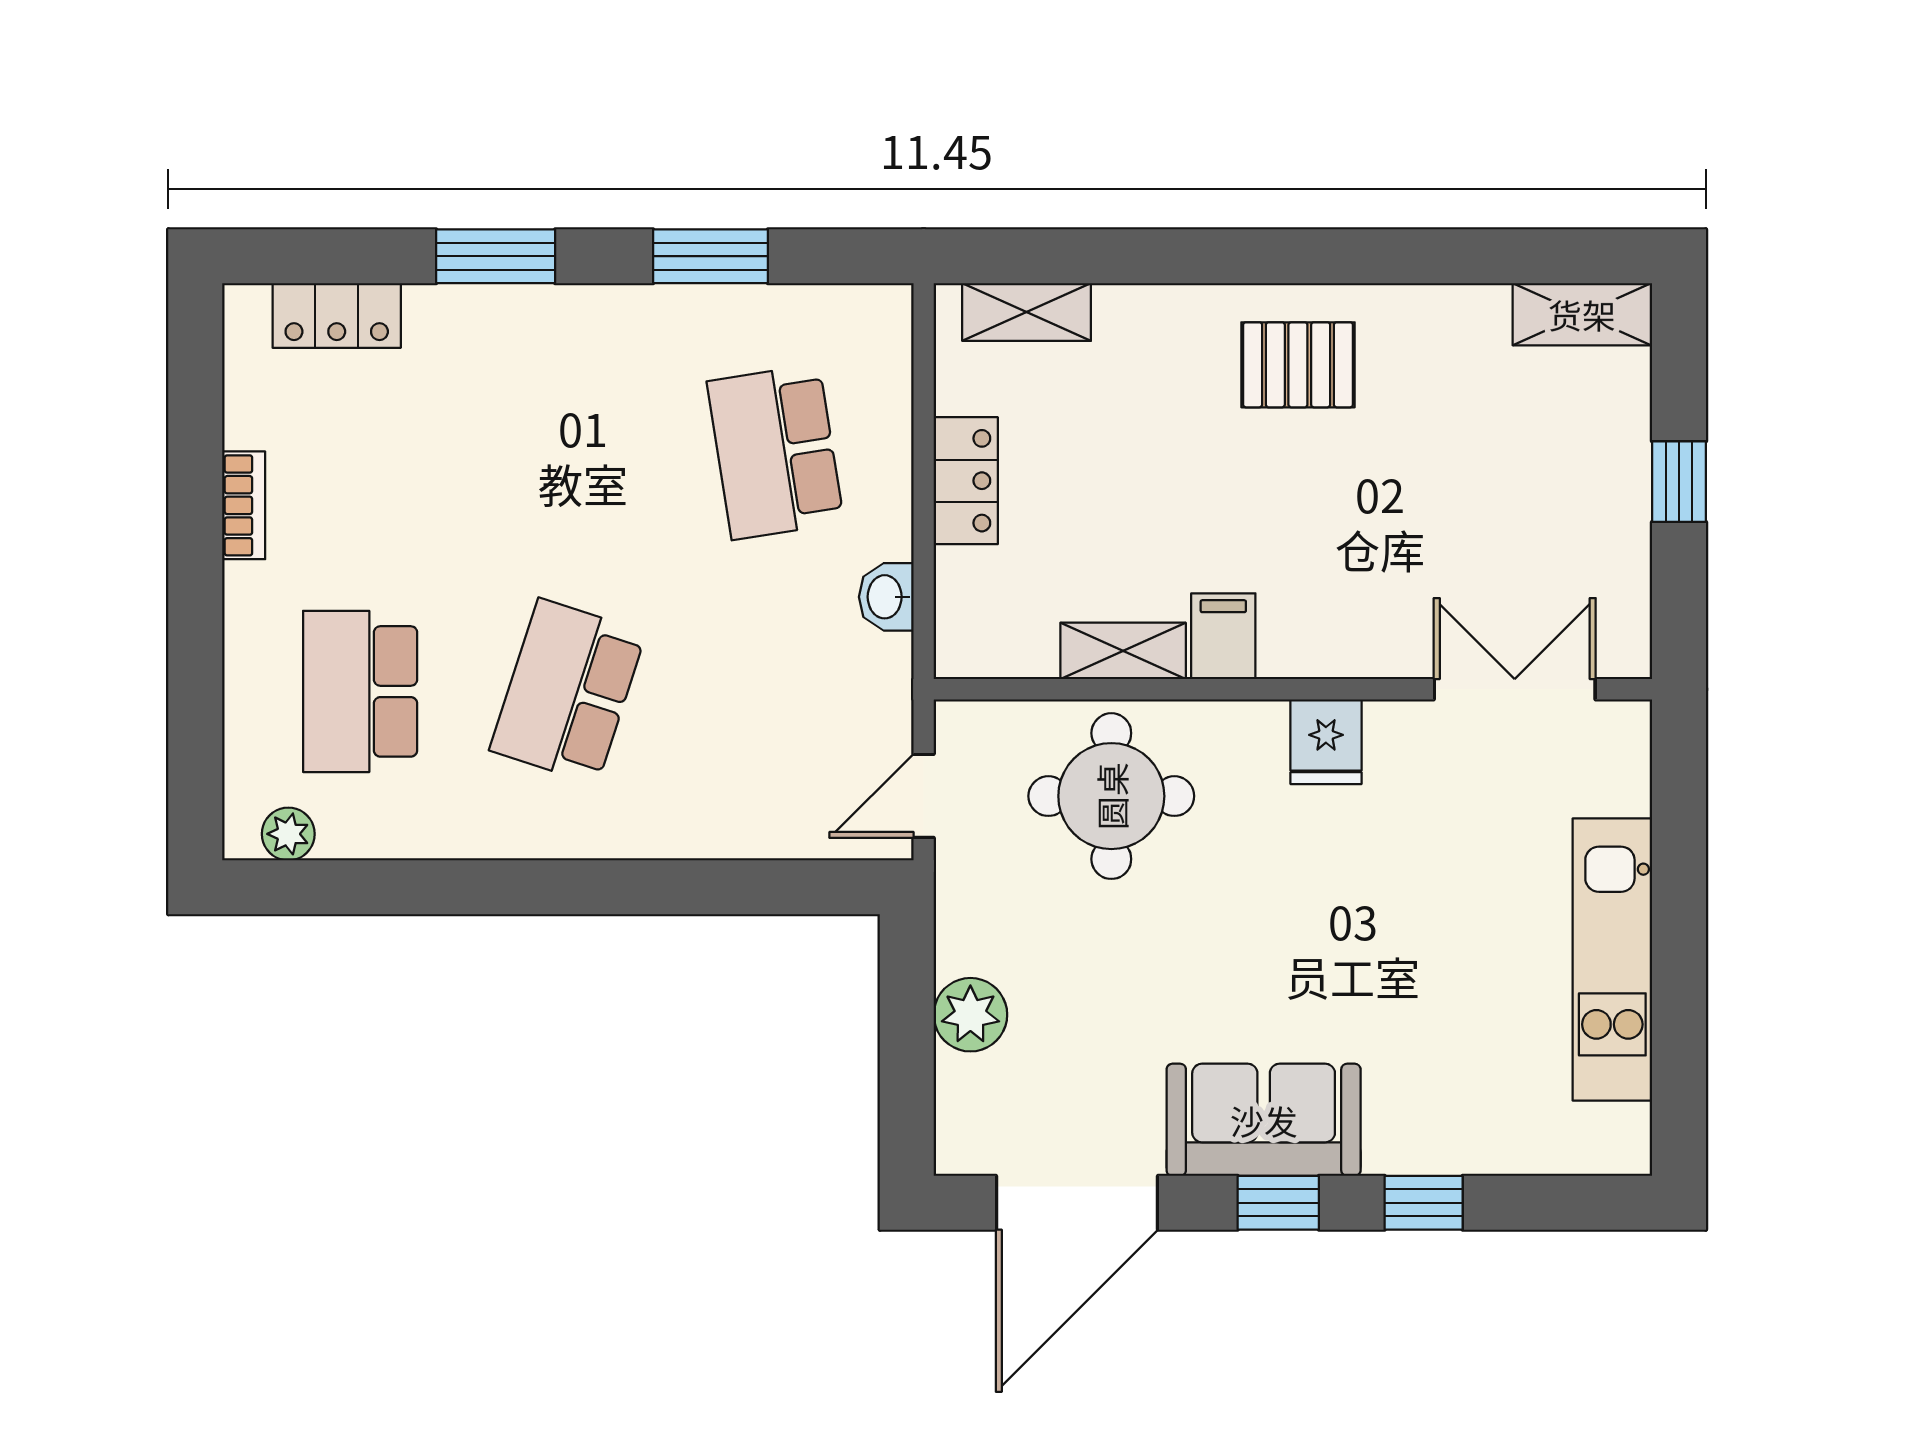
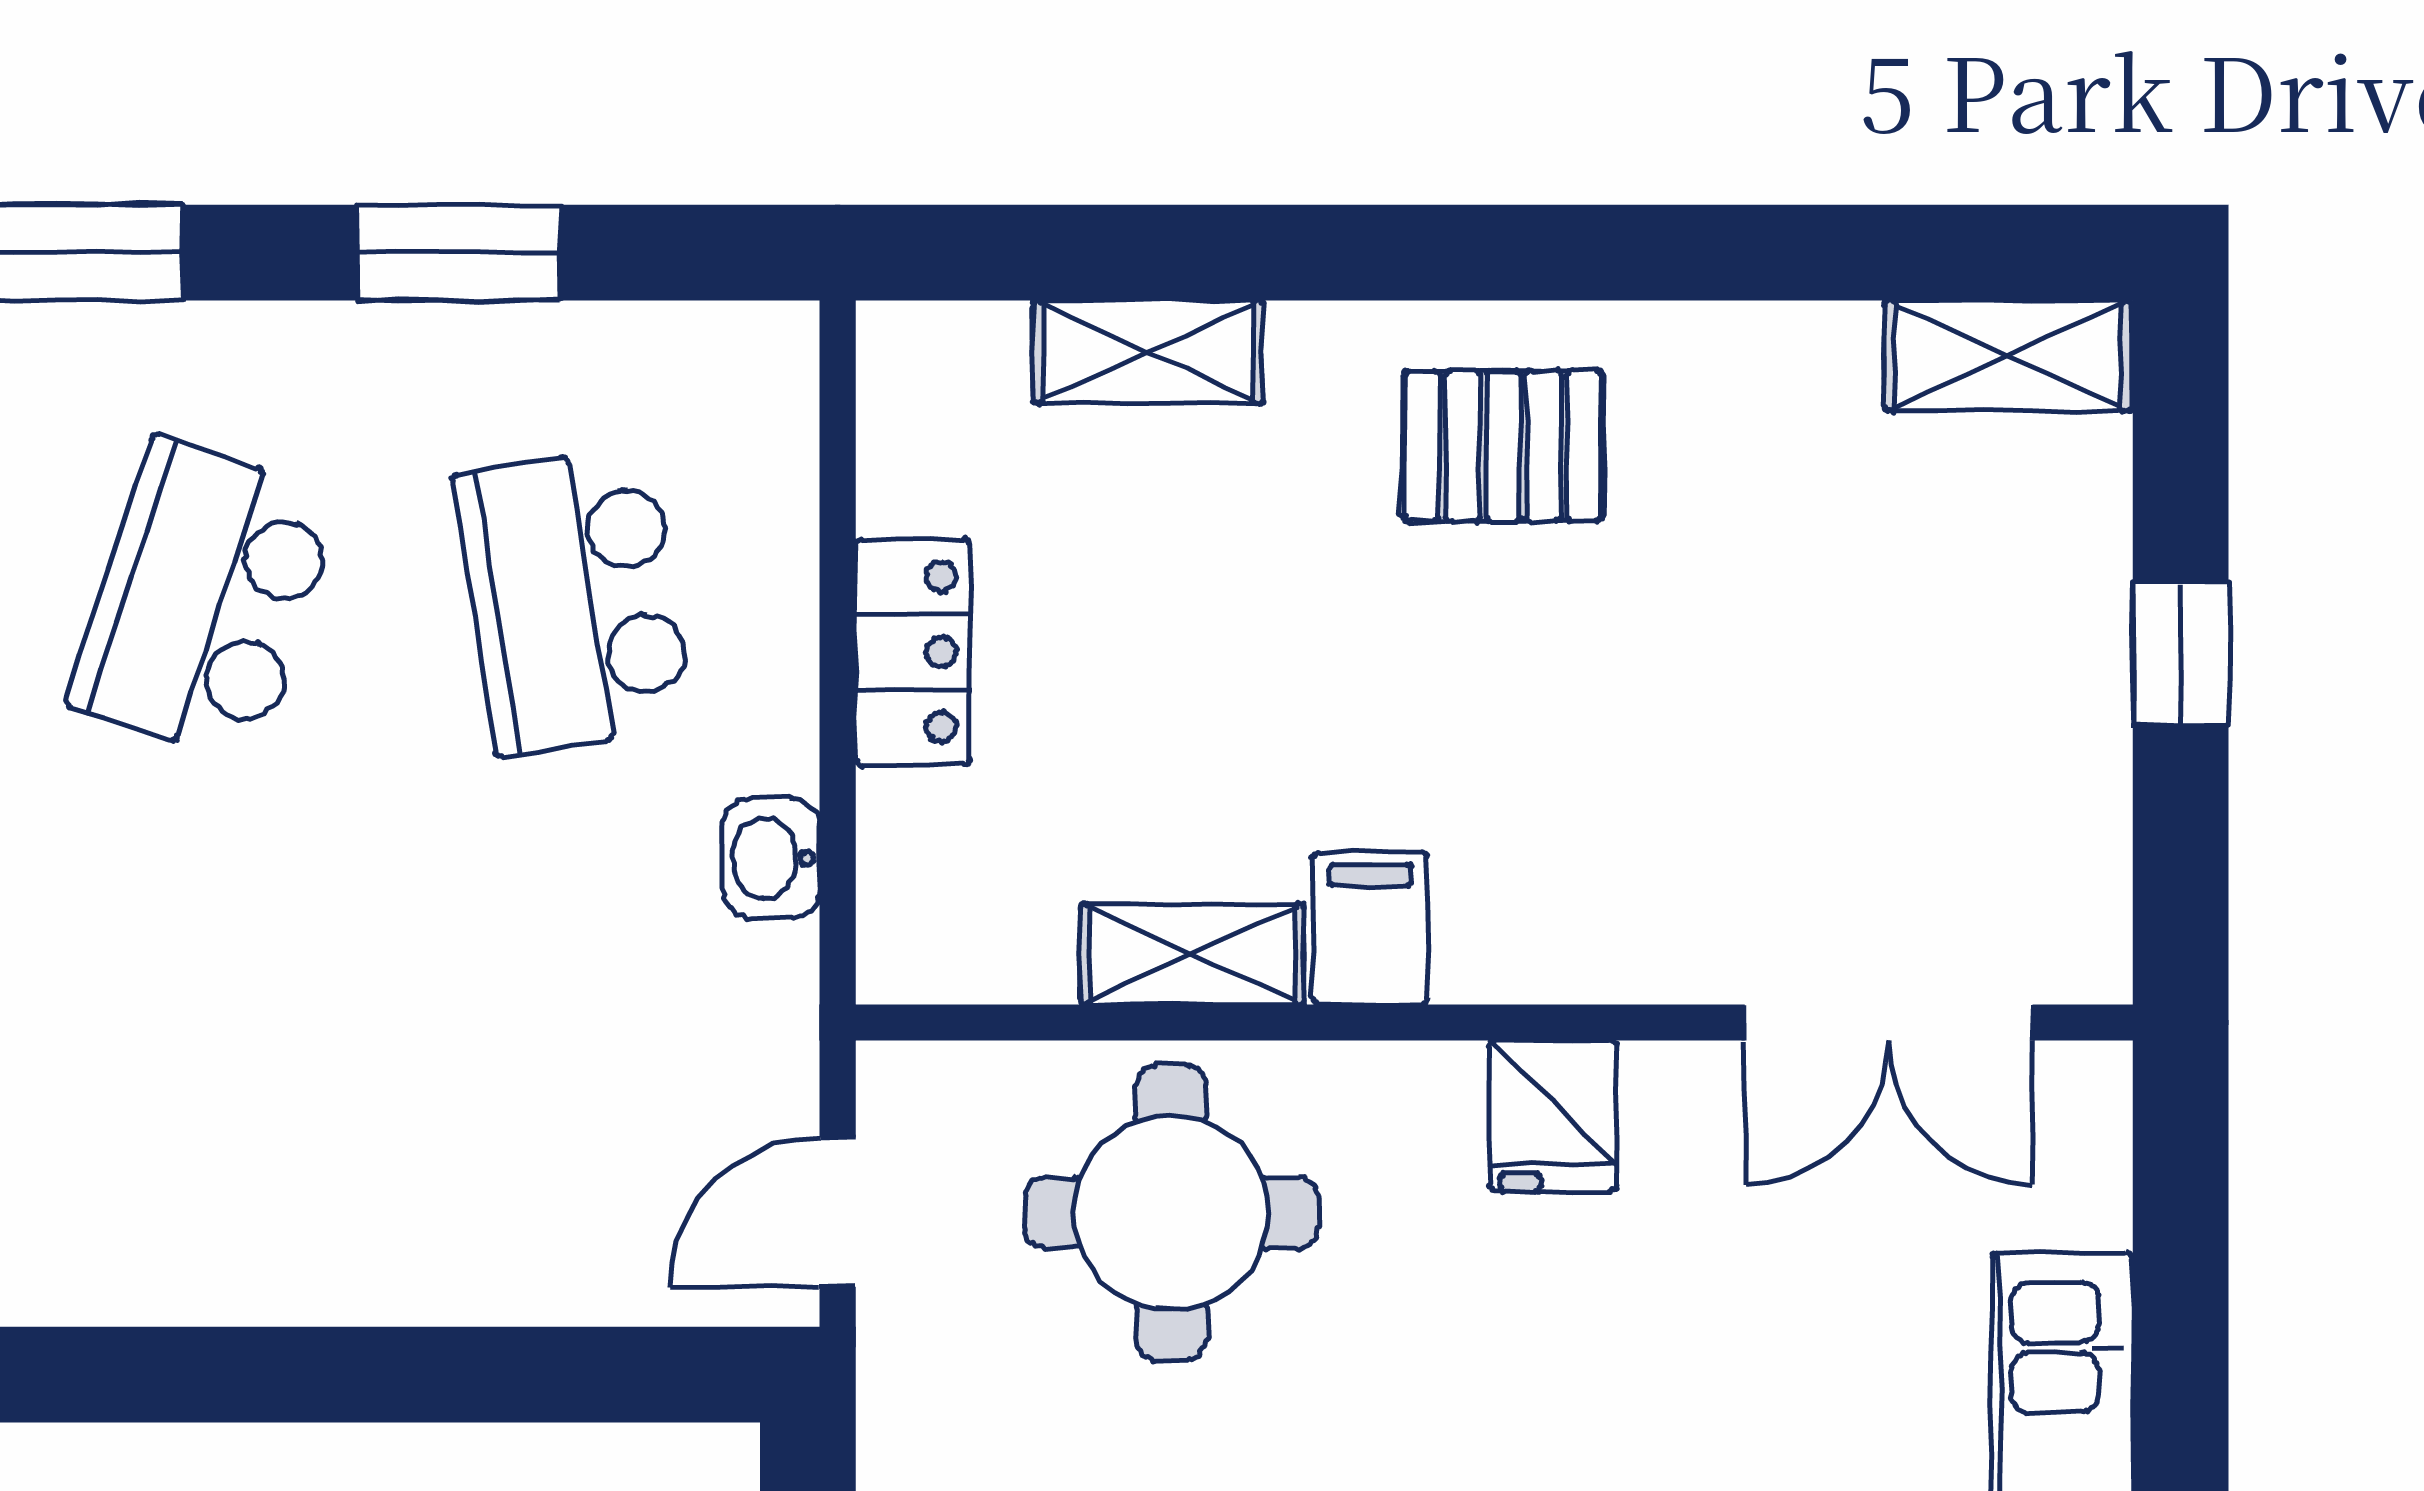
shelving: (1027, 312) -> (1148, 352), moved
double door: (1515, 689) -> (1889, 1023), swing flipped
school desk: (568, 691) -> (205, 601), moved

